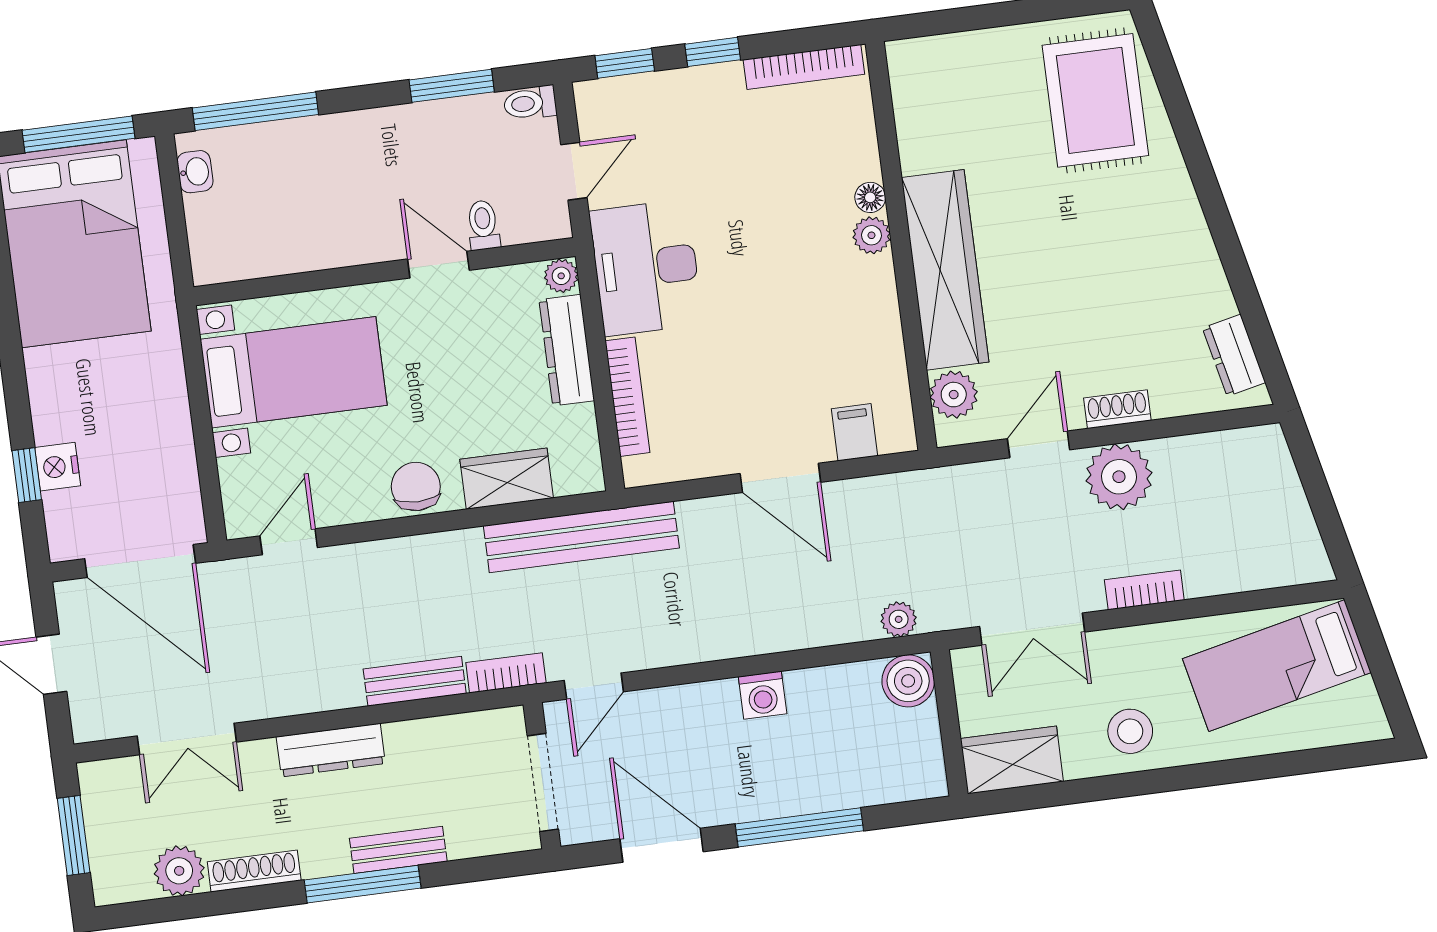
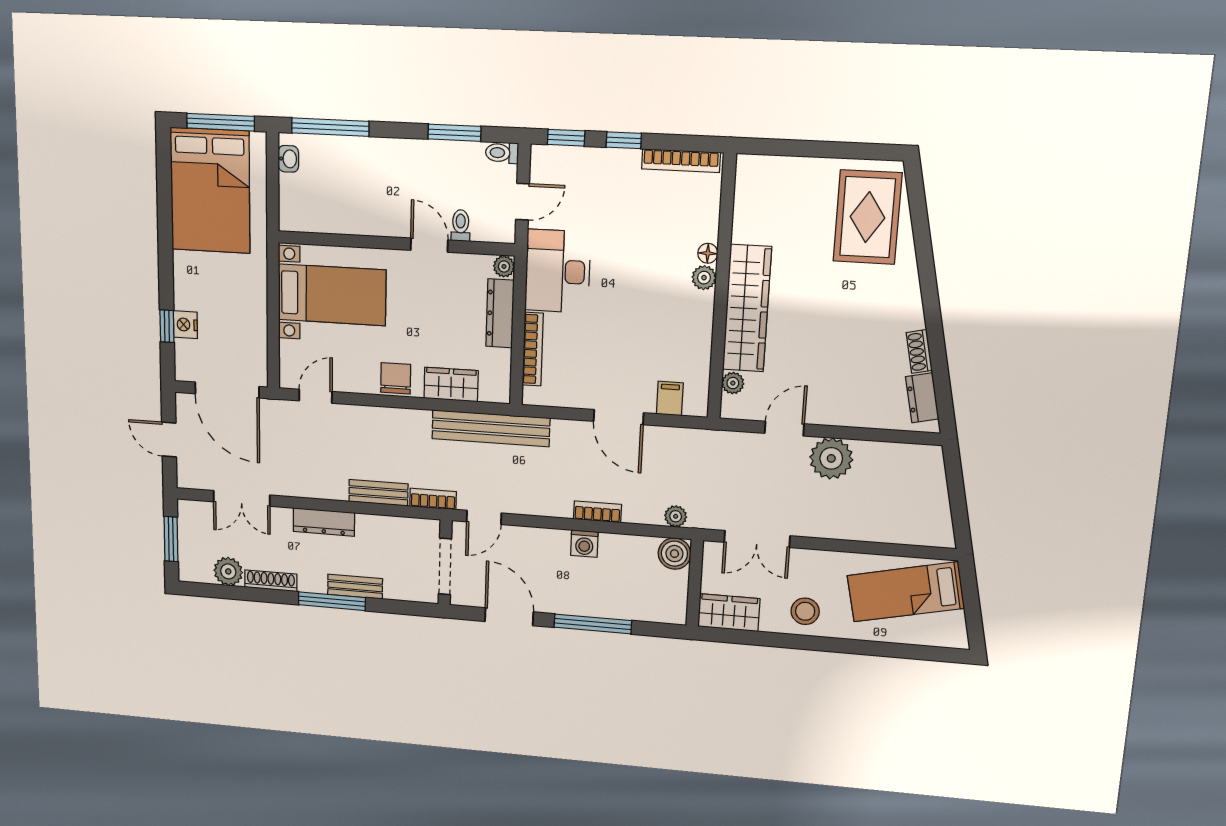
plant: (954, 395) -> (733, 383), width x0.73, depth x0.73
shoe rack: (1117, 409) -> (919, 351), moved, turned -103
bookcase: (1144, 590) -> (597, 512), moved

